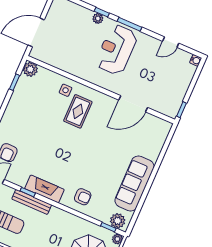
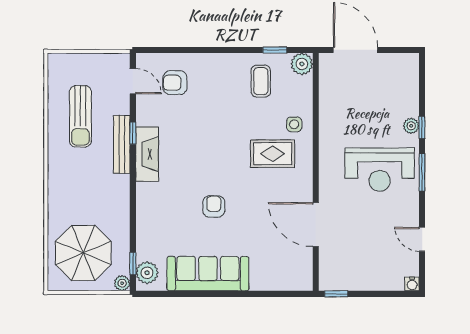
reception desk: (116, 50) -> (380, 170), turned 180
coffee table: (30, 99) -> (261, 81), added
armchair: (83, 197) -> (214, 206), moved, turned 180

